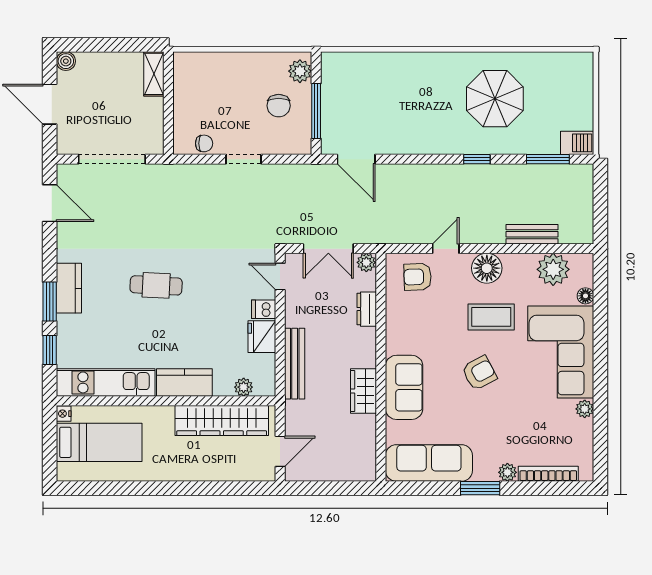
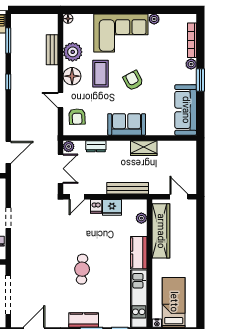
plant: (553, 269) -> (73, 52), moved
floor lamp: (585, 296) -> (68, 19), moved
sofa: (404, 387) -> (127, 124), moved

